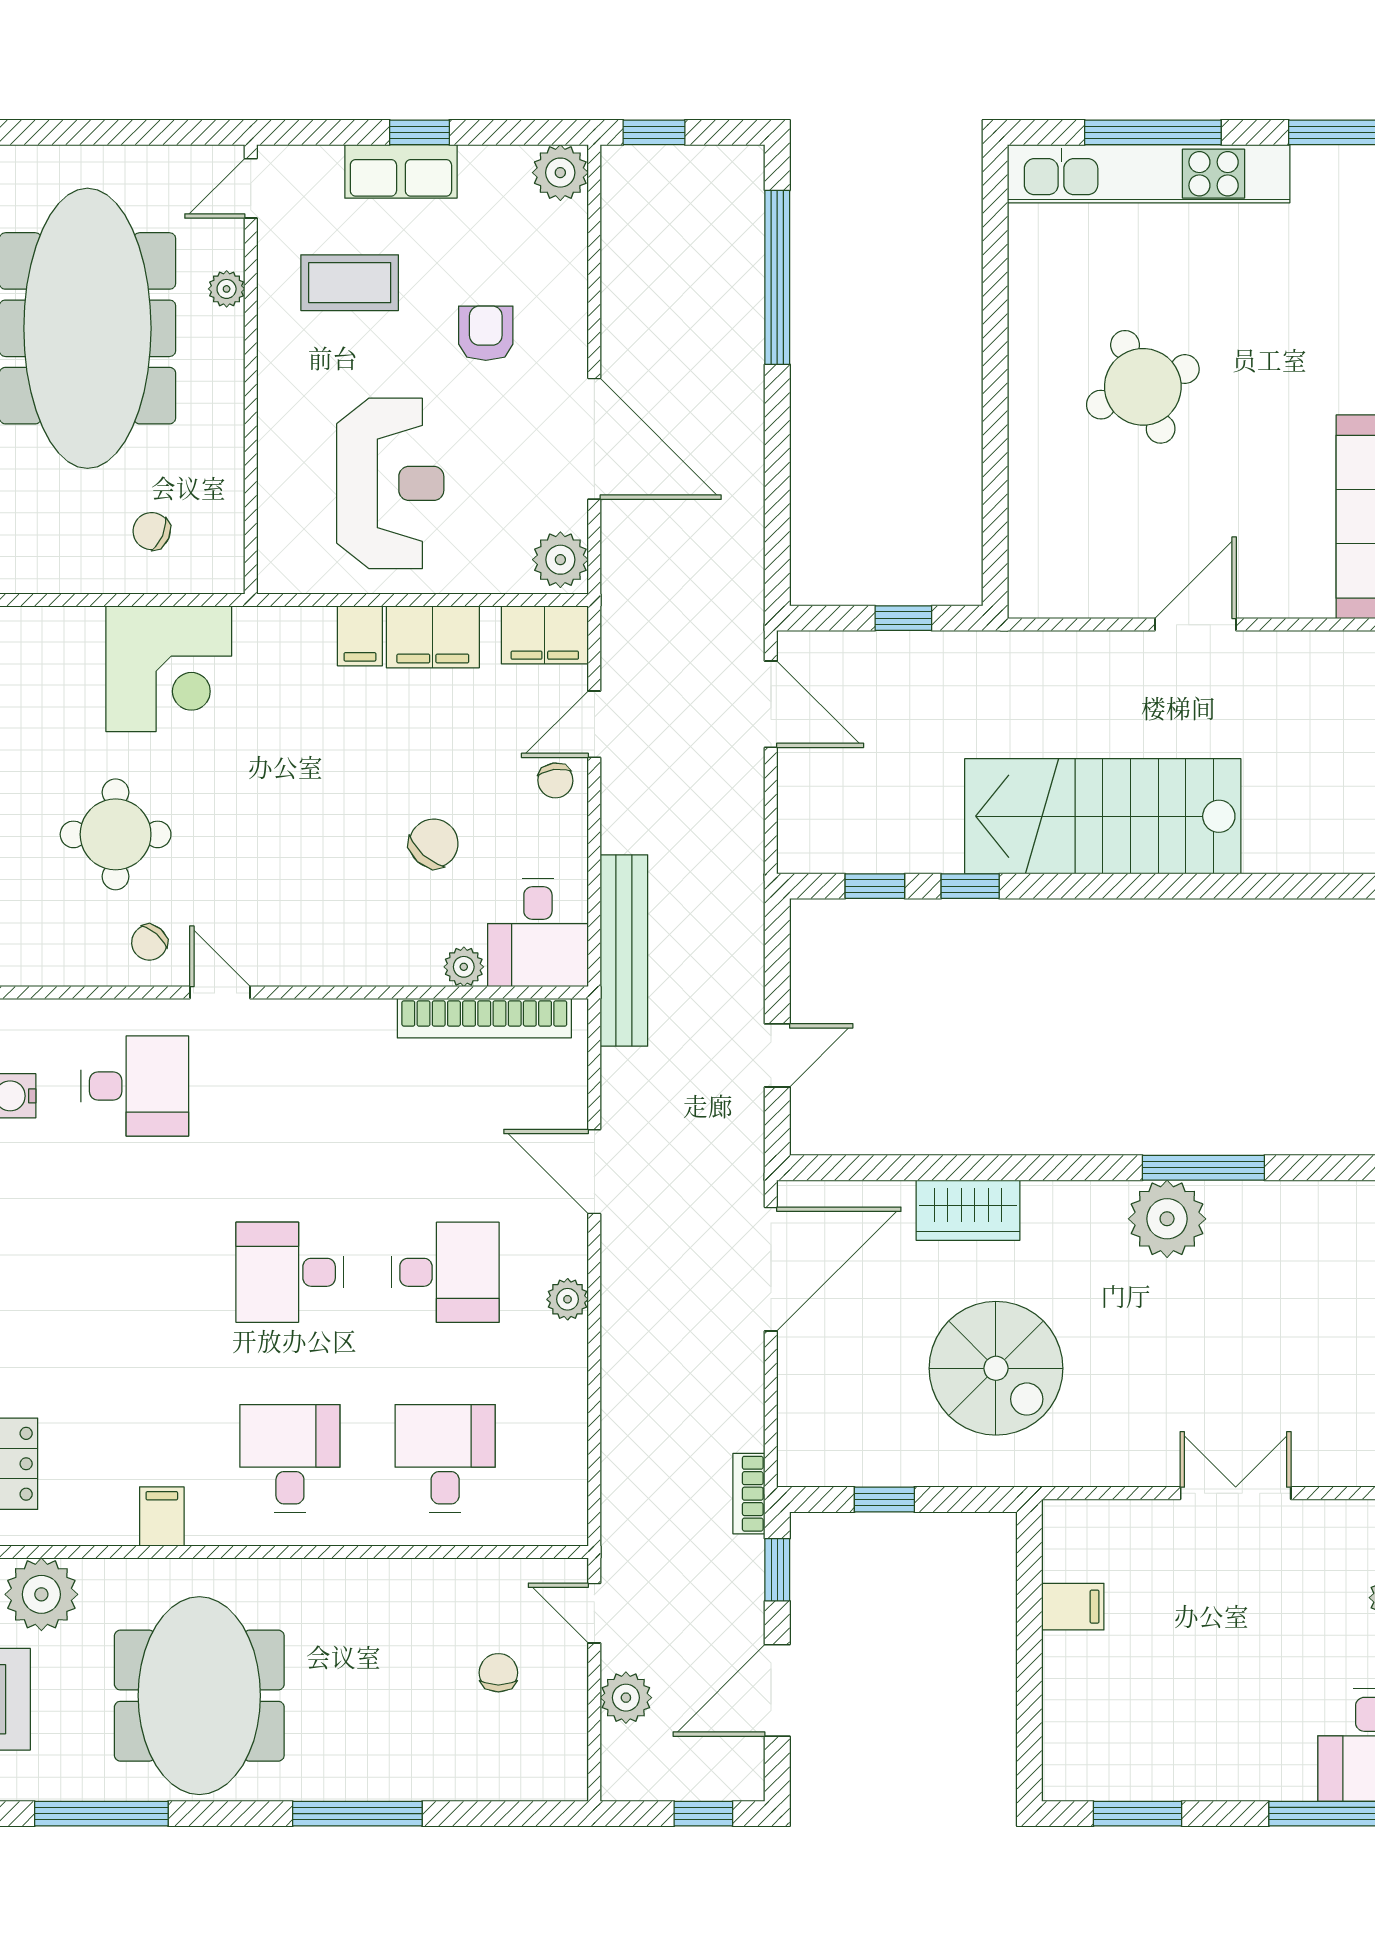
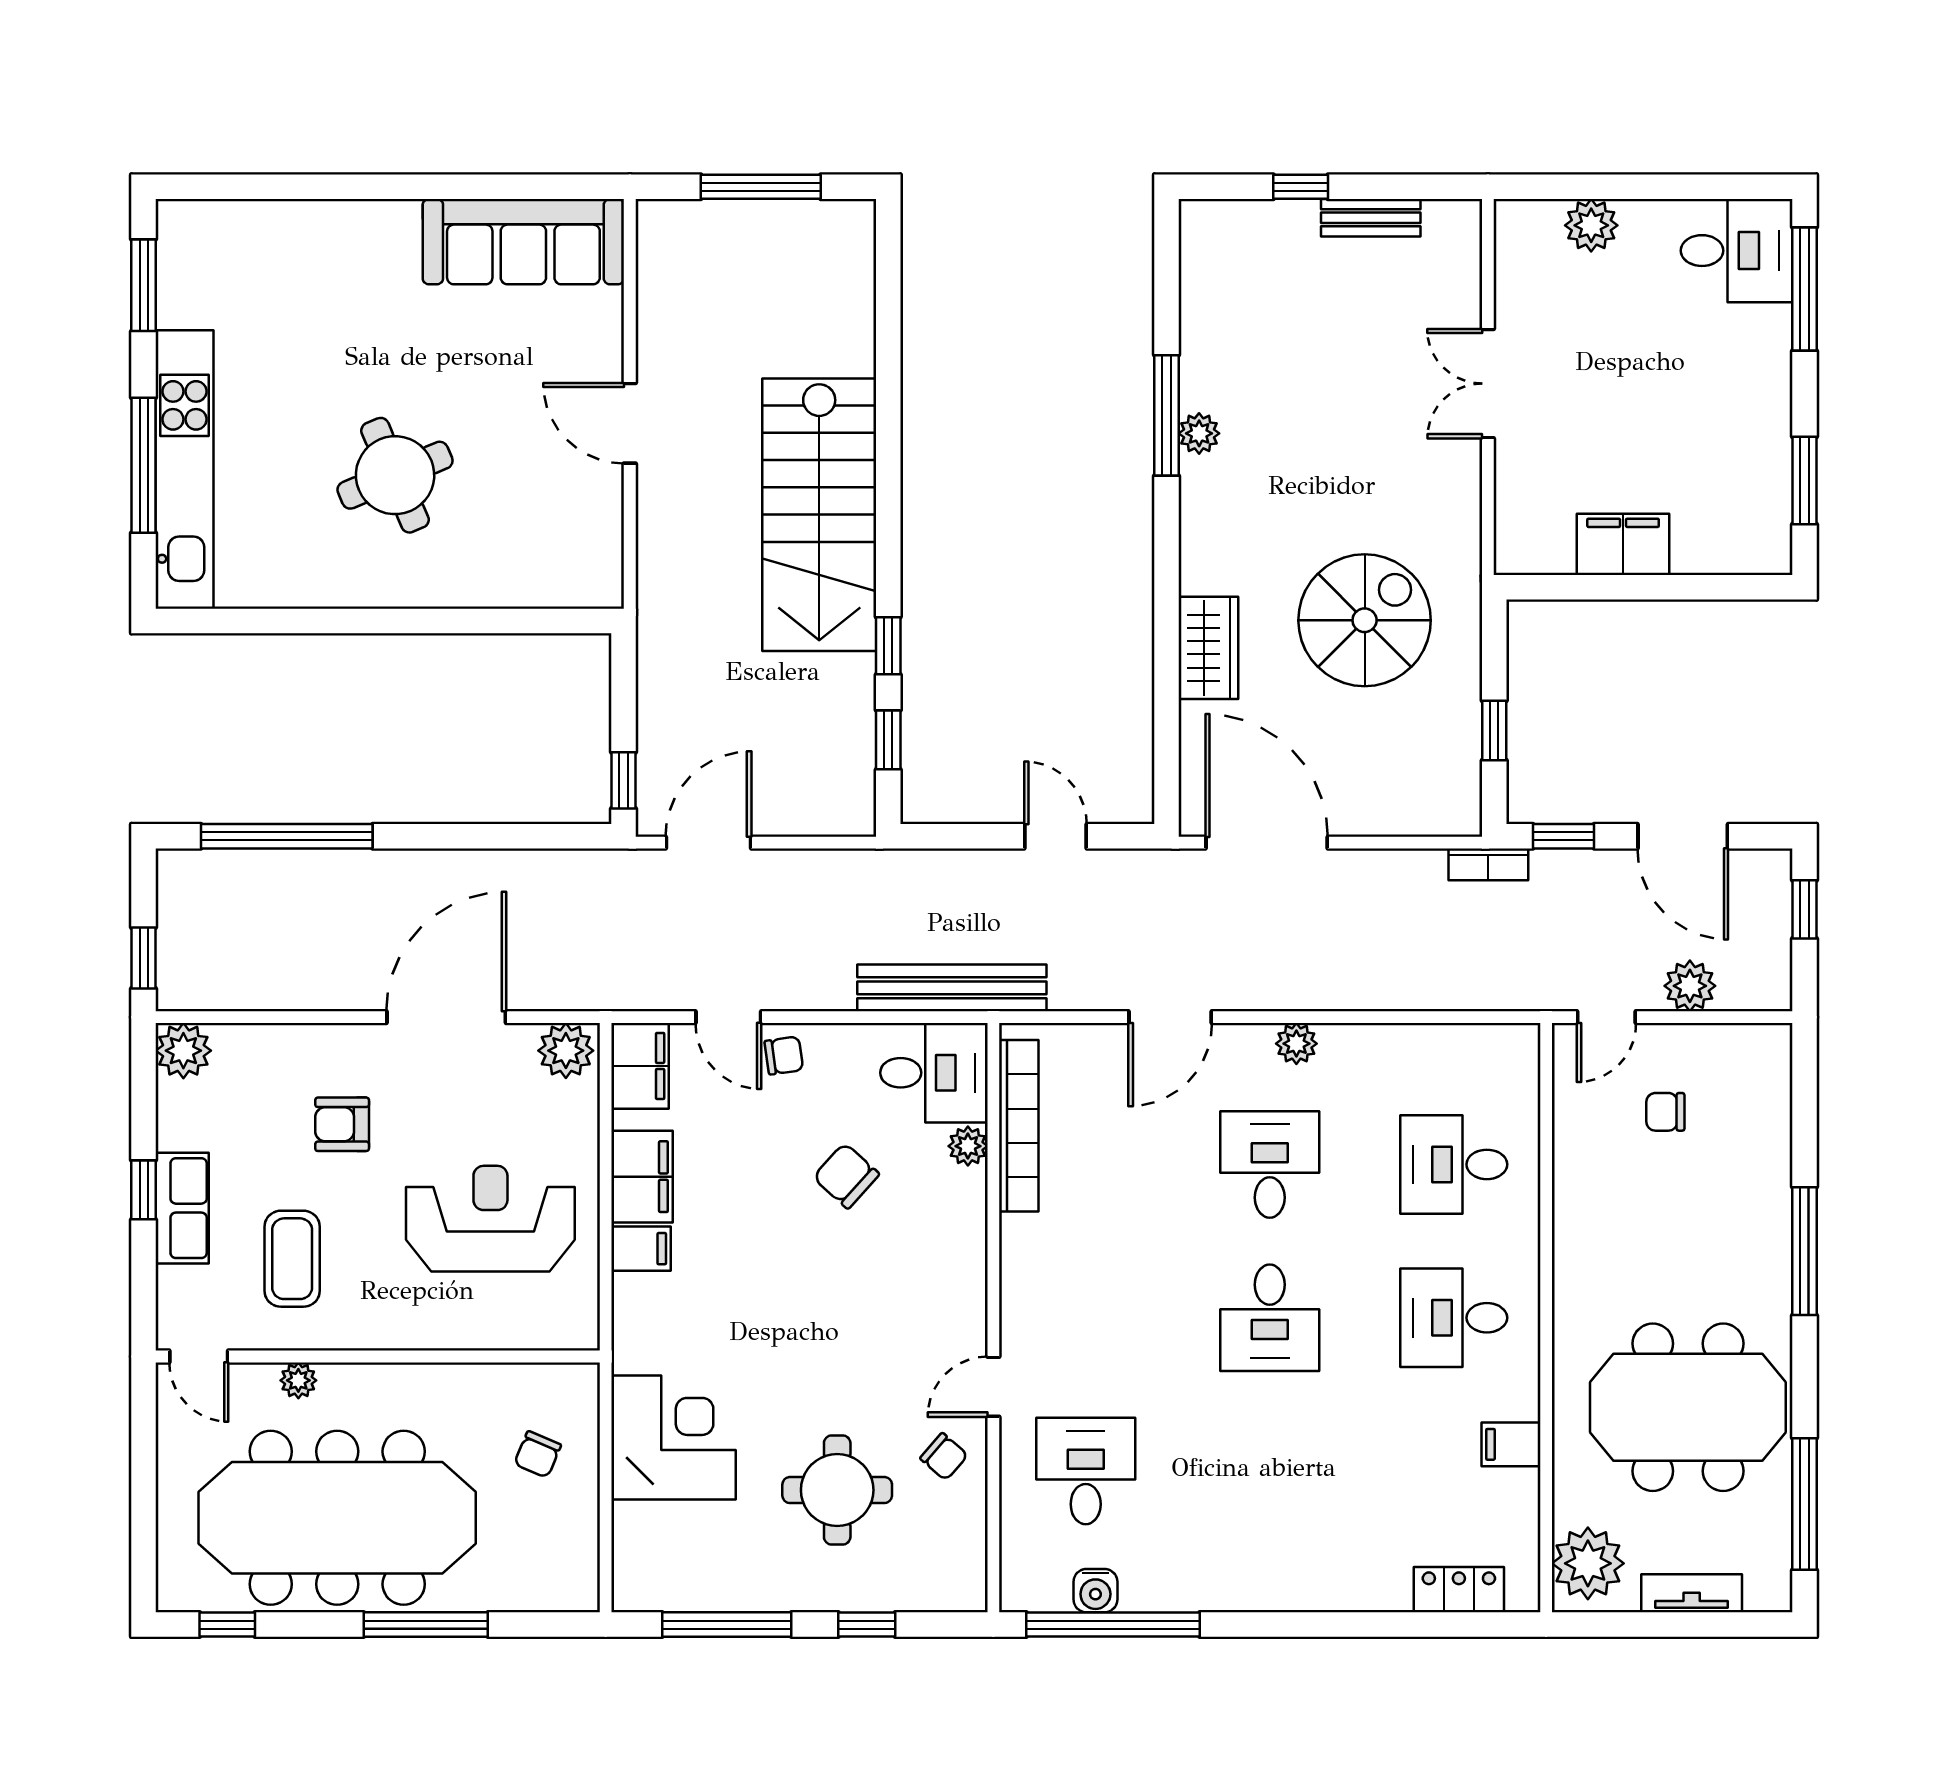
window: (903, 618) -> (624, 780), moved
plant: (1167, 1219) -> (1199, 433), width x0.53, depth x0.53
filing cabinet: (1073, 1607) -> (1623, 544), width x2.00

